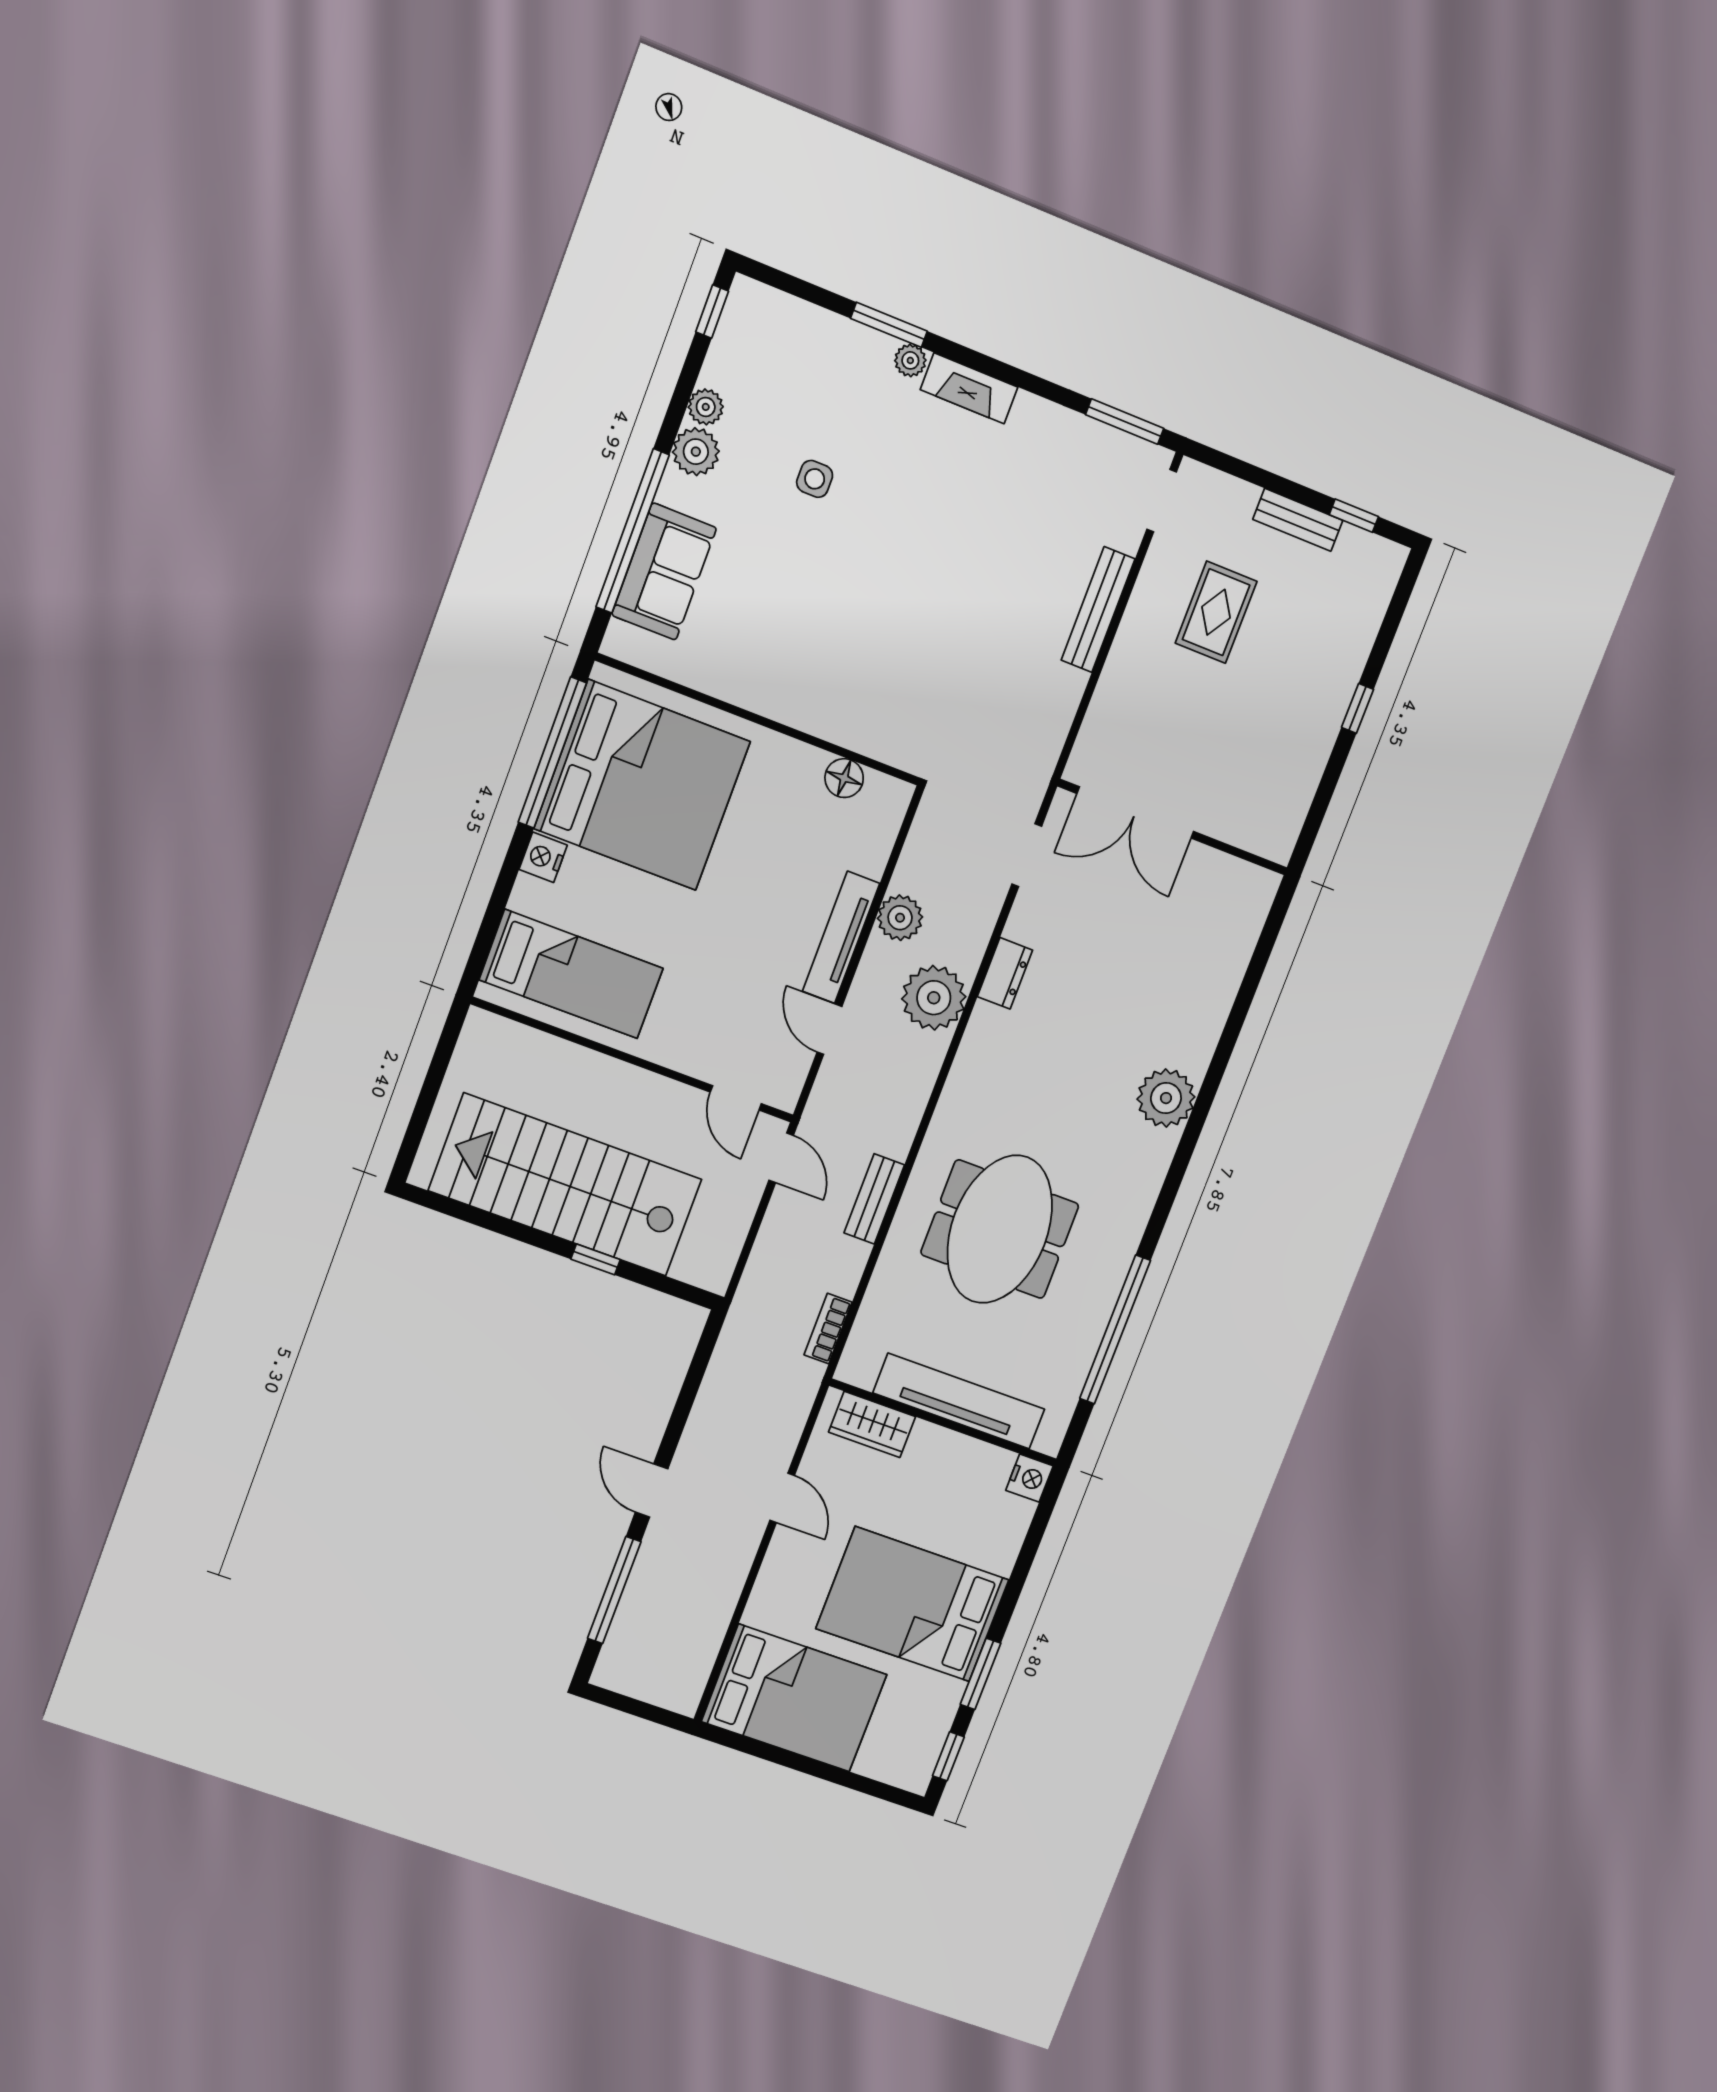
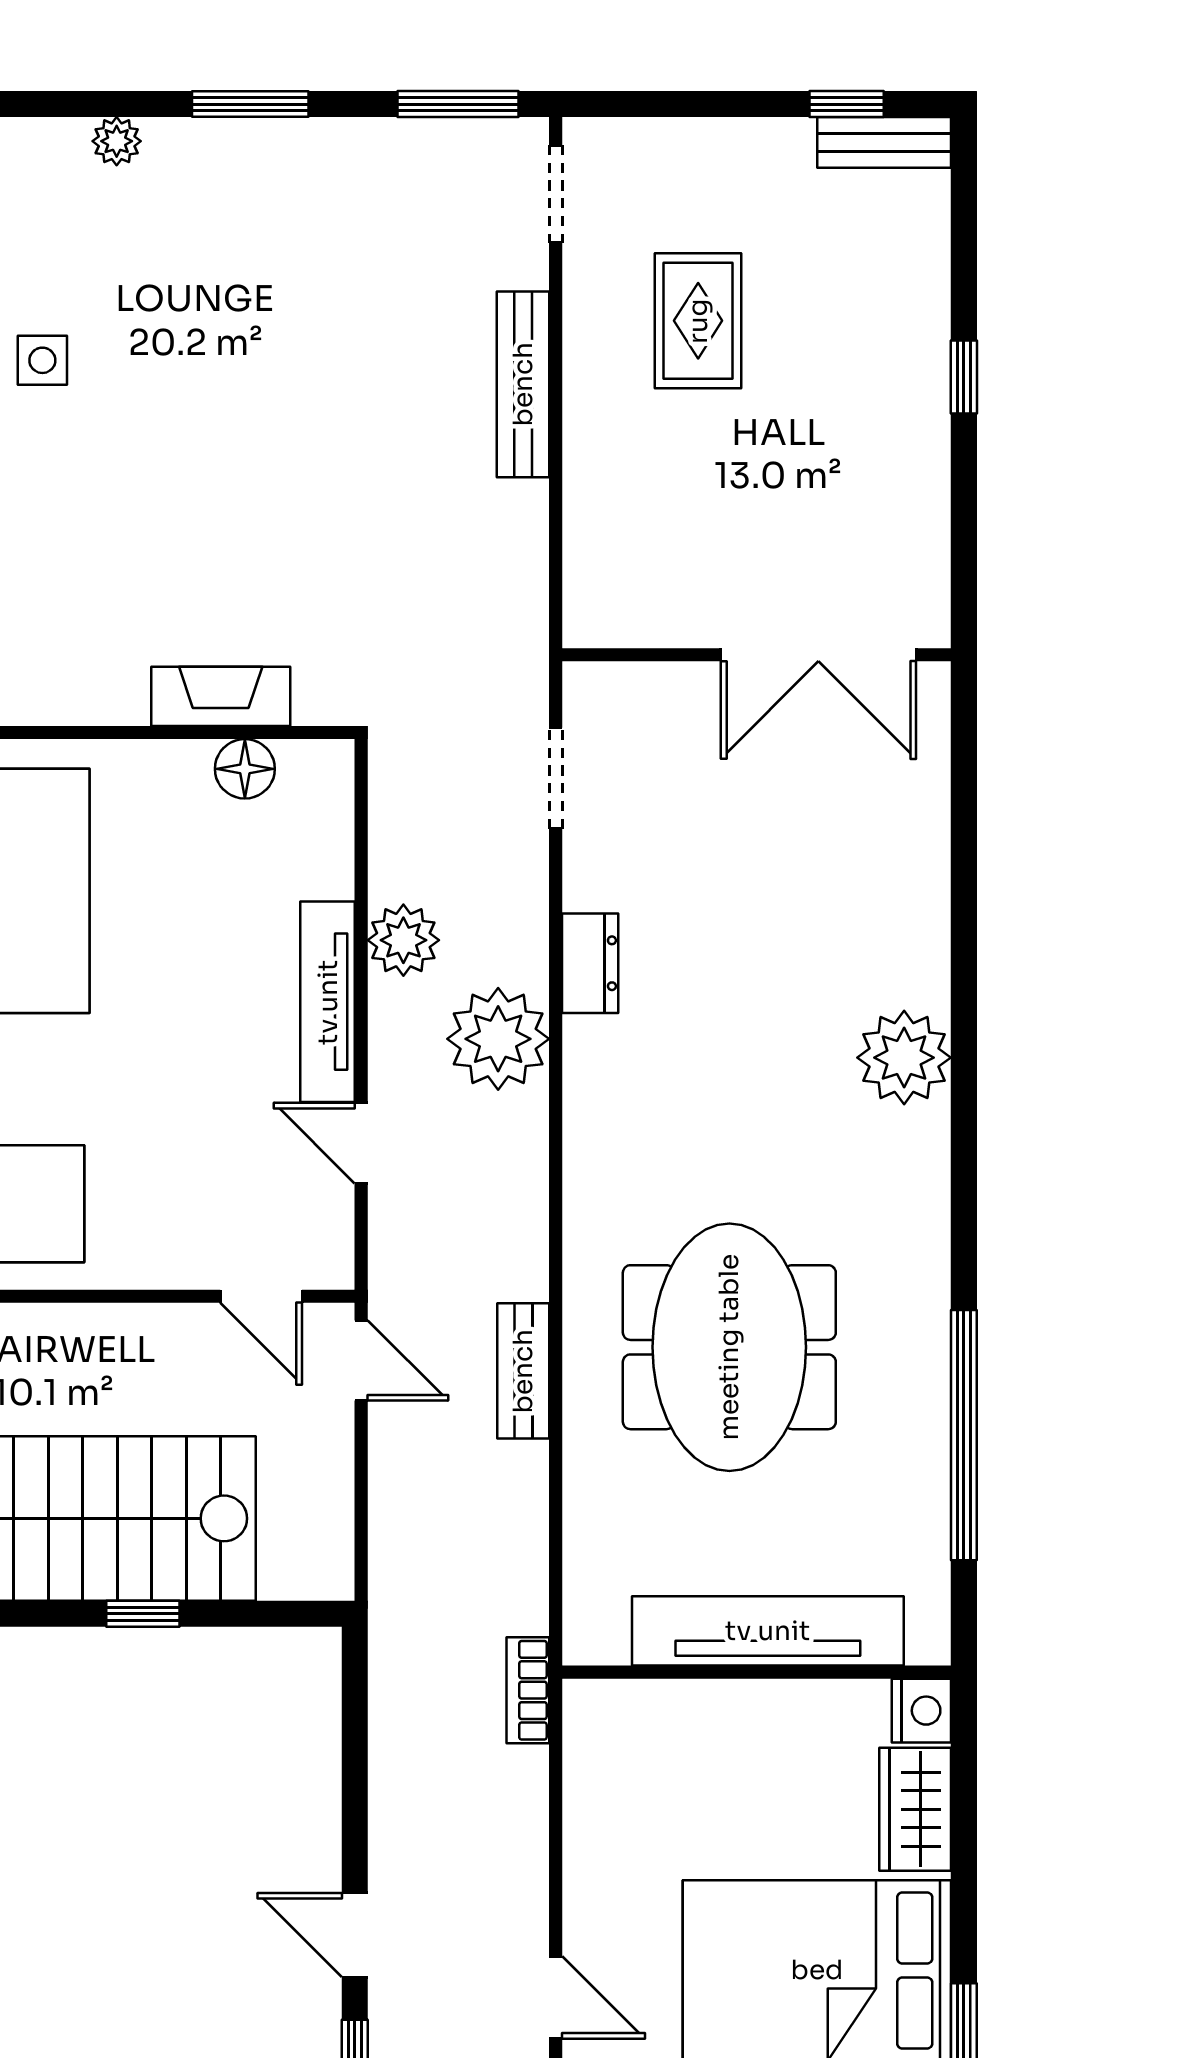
window: (889, 325) -> (250, 104), moved
fireplace: (969, 388) -> (221, 696), moved, turned 180
bench: (1298, 520) -> (884, 142), moved
double door: (1135, 813) -> (818, 655), moved
bookcase: (828, 1329) -> (528, 1690), moved
wardrobe: (872, 1424) -> (915, 1809), moved, turned 90
door: (782, 1498) -> (556, 1997), moved

